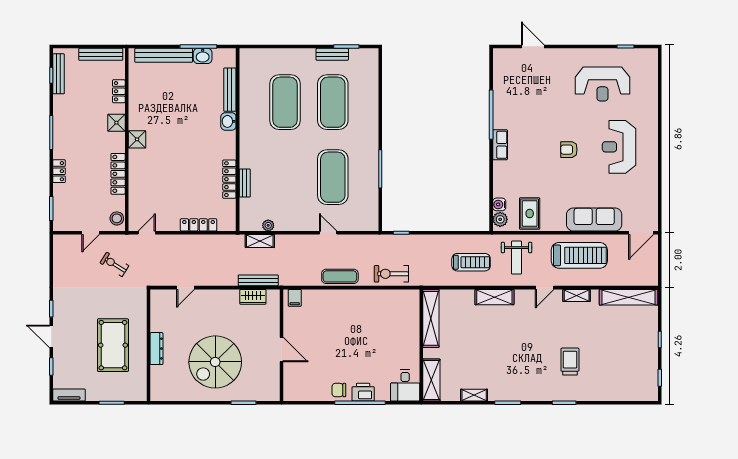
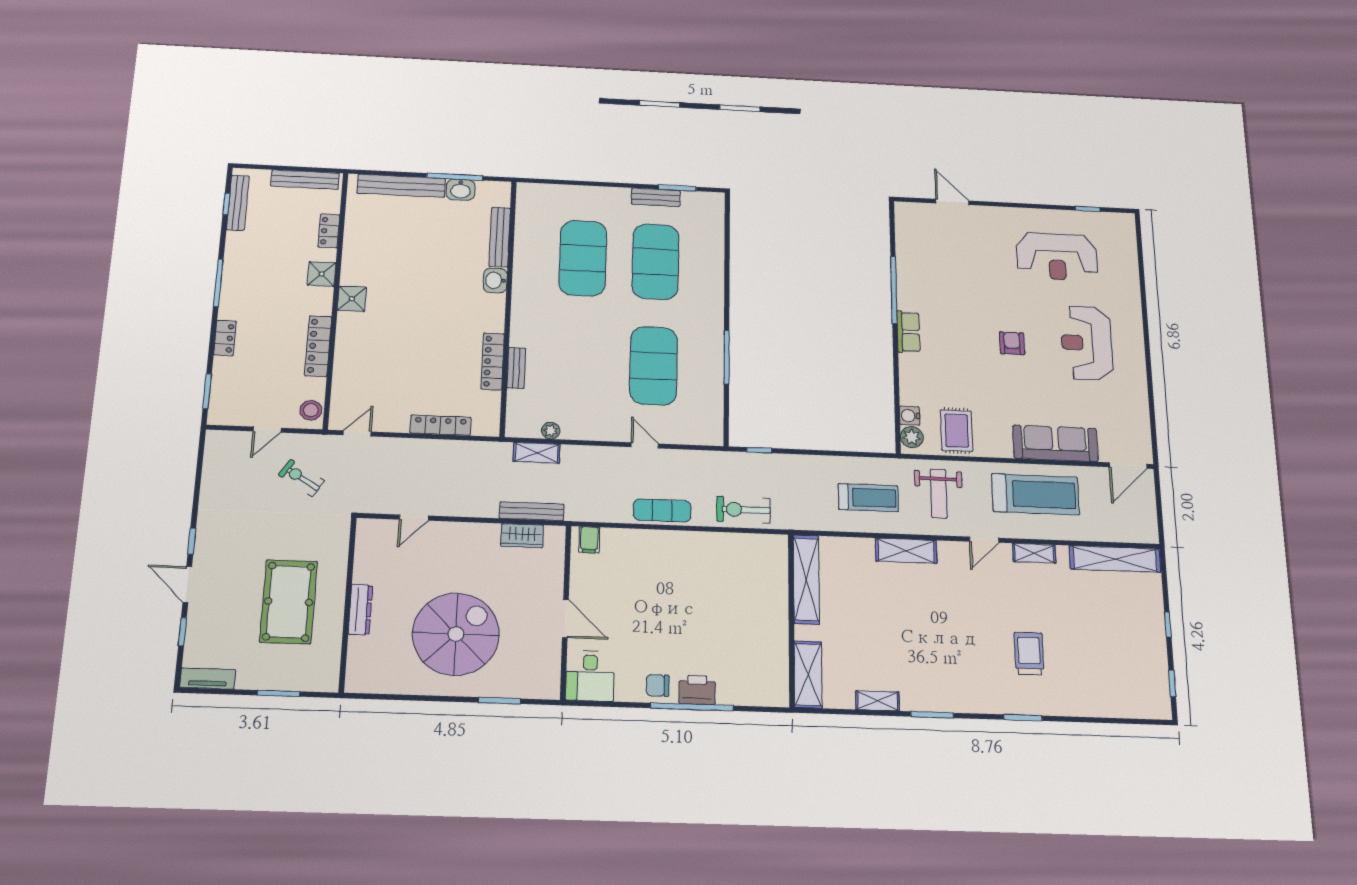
armchair: (569, 150) -> (1012, 343), turned 90
spiral stairs: (215, 362) -> (456, 634), turned 180
desk: (405, 385) -> (590, 676), moved

